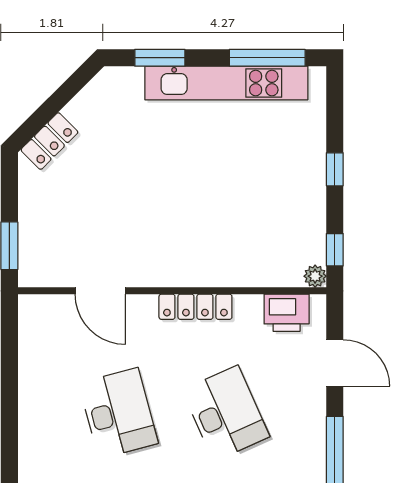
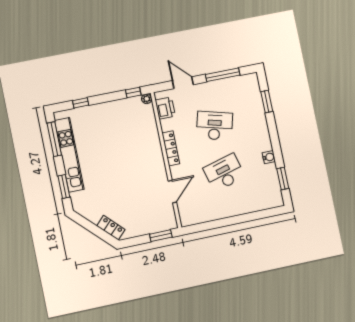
window: (335, 169) -> (81, 103), moved
door: (335, 363) -> (183, 83), hinge flipped
desk: (226, 413) -> (214, 126), turned 39

